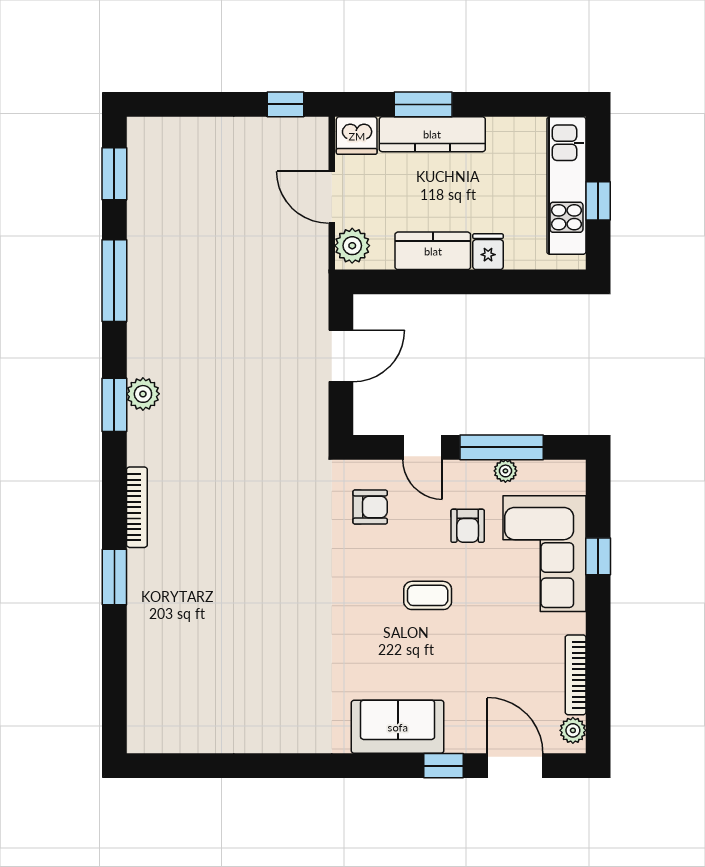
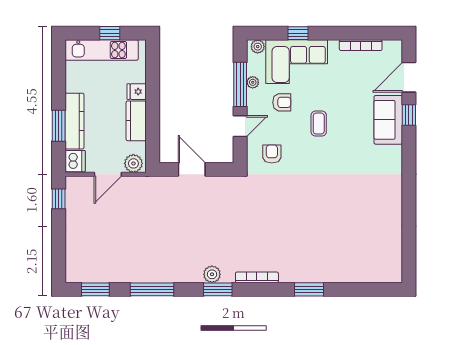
bookcase: (137, 507) -> (257, 277), moved
sofa: (398, 727) -> (388, 120), moved
plant: (573, 730) -> (258, 47), moved

